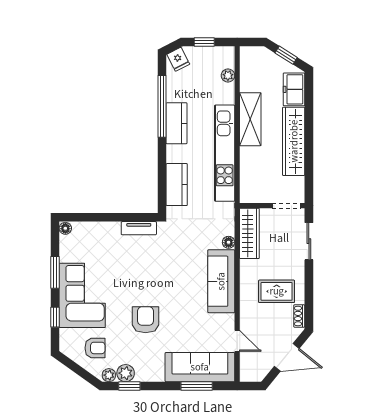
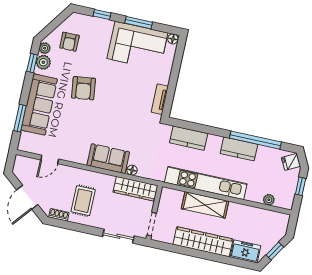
shelving: (250, 119) -> (205, 205), moved
sofa: (221, 281) -> (108, 159), width x0.73
corner sofa: (82, 295) -> (137, 46), moved
armchair: (146, 320) -> (84, 88), turned 83
sofa: (200, 367) -> (39, 104), moved

